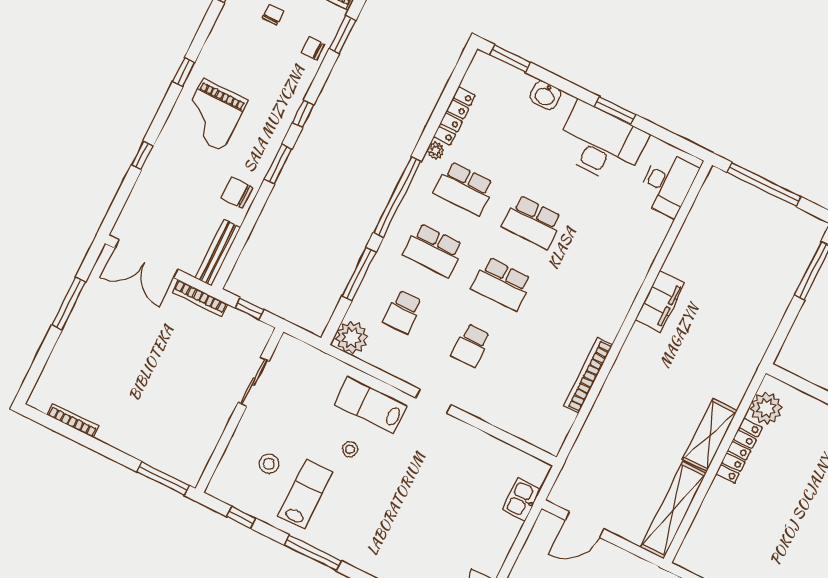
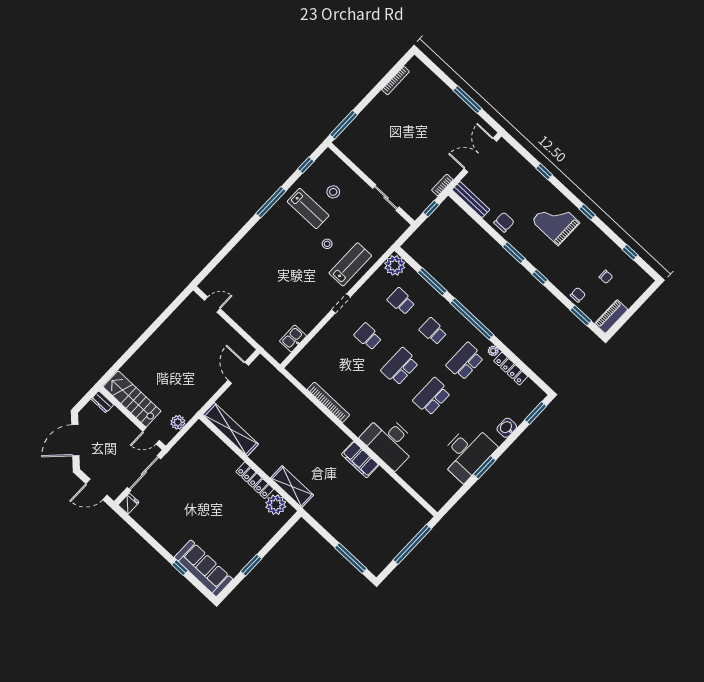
desk: (667, 184) -> (389, 441), moved, width x1.36, depth x1.30
school desk: (433, 250) -> (433, 331), width x0.54
bookcase: (200, 298) -> (442, 185), width x0.64
shelving: (710, 435) -> (292, 487), moved
kitchen sink: (521, 500) -> (293, 339), moved, turned -90

